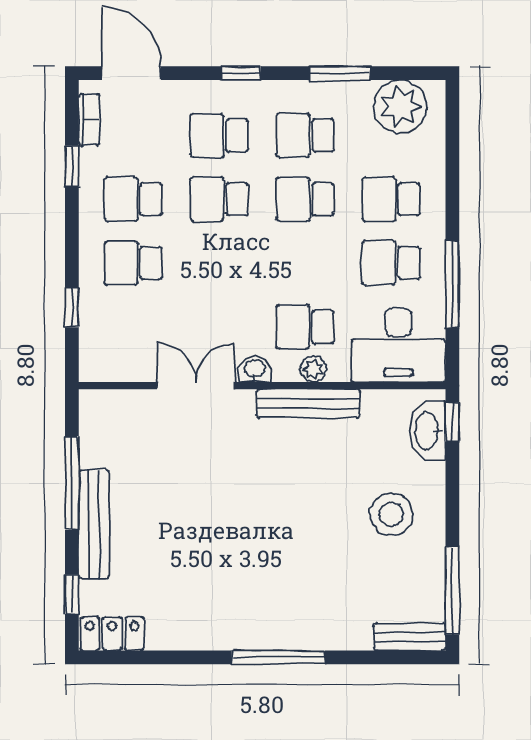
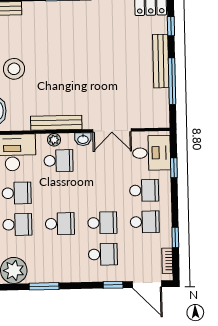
window: (241, 73) -> (113, 285), moved
school desk: (305, 135) -> (60, 255), removed
desk: (117, 339) -> (152, 153), added

